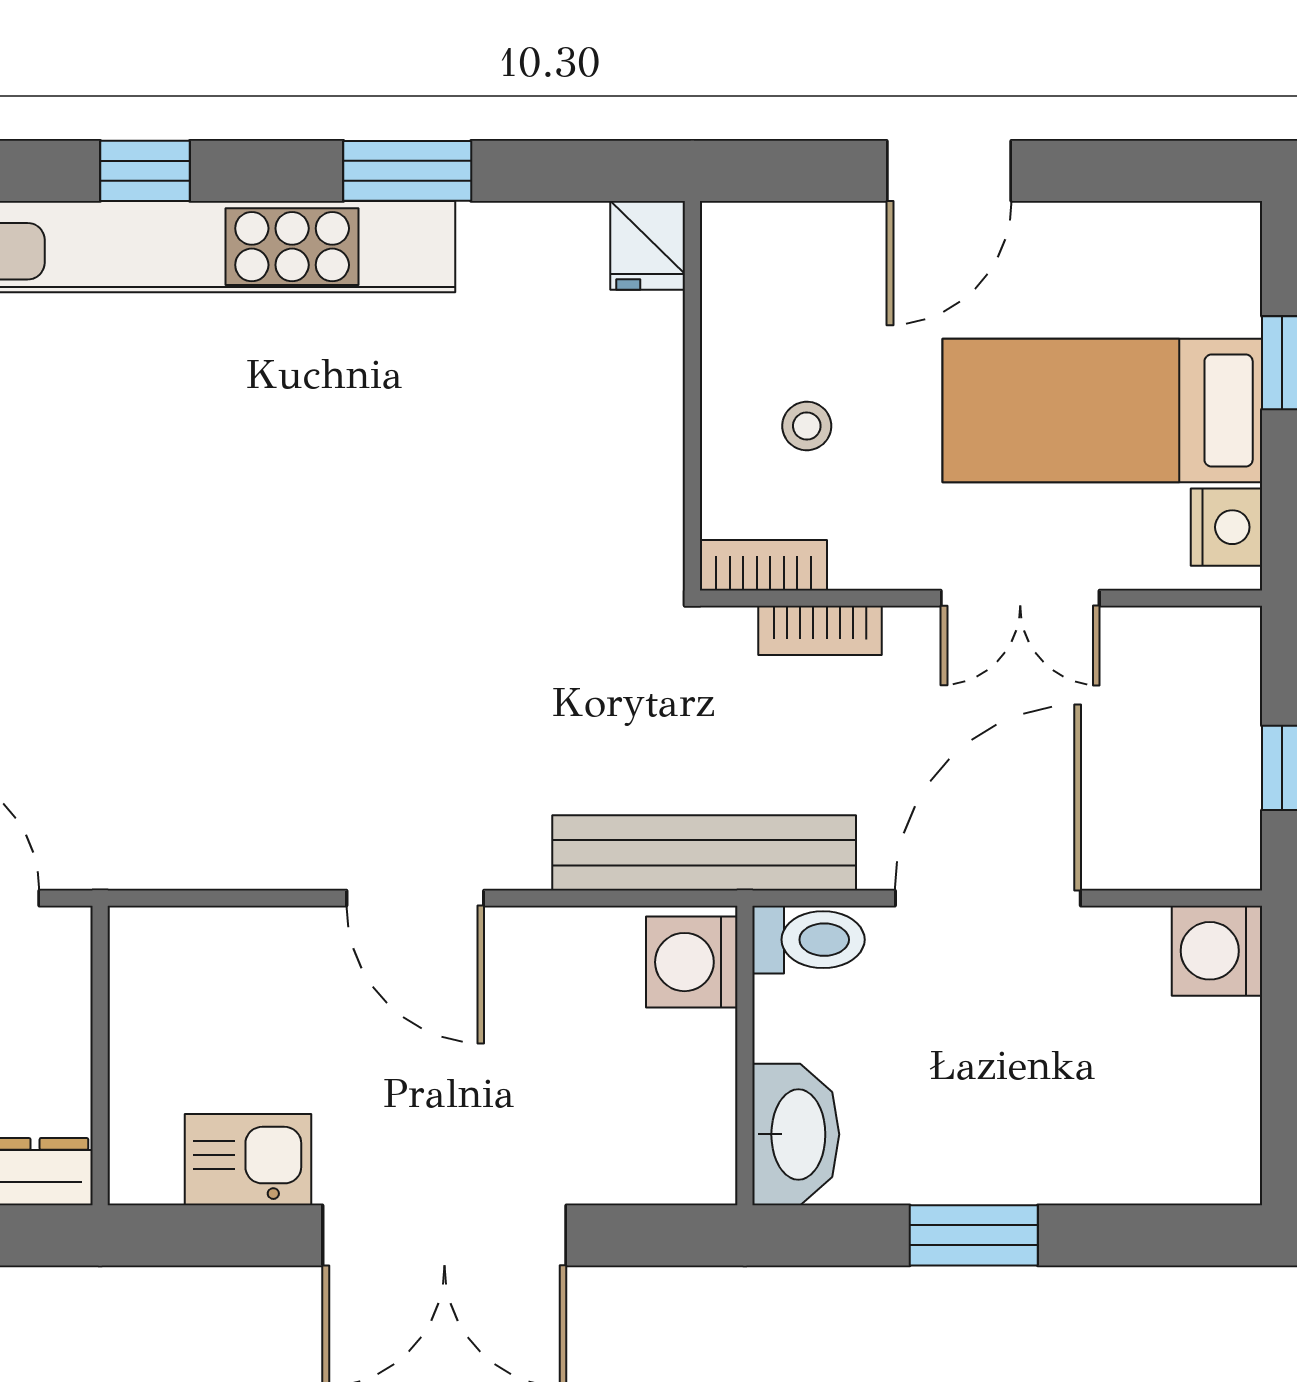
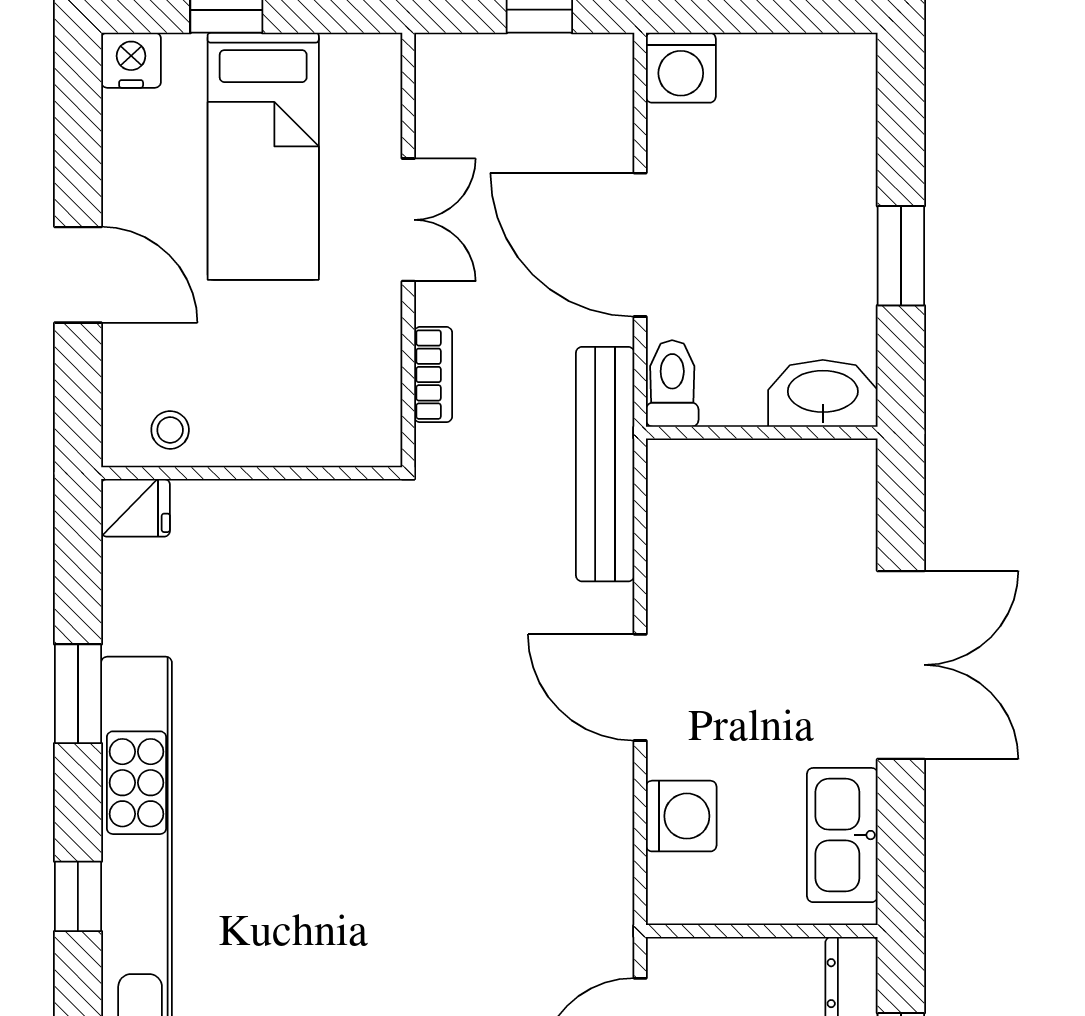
stool: (807, 426) -> (170, 430), moved
nightstand: (1227, 527) -> (131, 60), moved
bookcase: (763, 565) -> (383, 418), removed
door: (415, 898) -> (640, 687), swing flipped
washing machine: (692, 962) -> (681, 816), moved, turned -90
kitchen sink: (248, 1160) -> (842, 835), width x1.38

